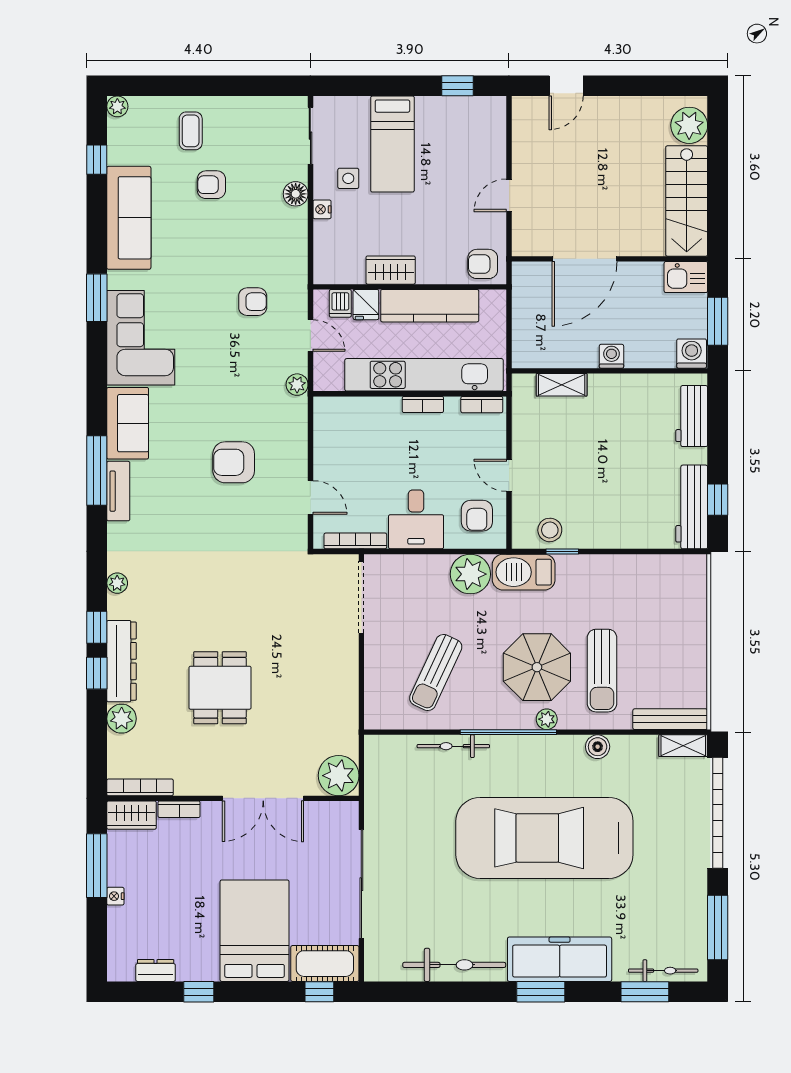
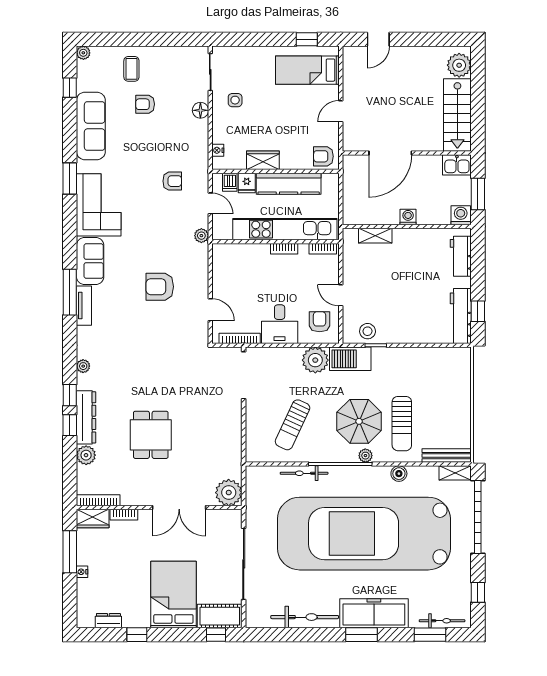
bed: (392, 144) -> (307, 70), moved, turned 90
nightstand: (322, 209) -> (218, 150), moved
armchair: (477, 516) -> (320, 322), turned 180
car: (544, 838) -> (364, 534), width x1.36, depth x1.48
window: (718, 927) -> (478, 592), width x0.46

